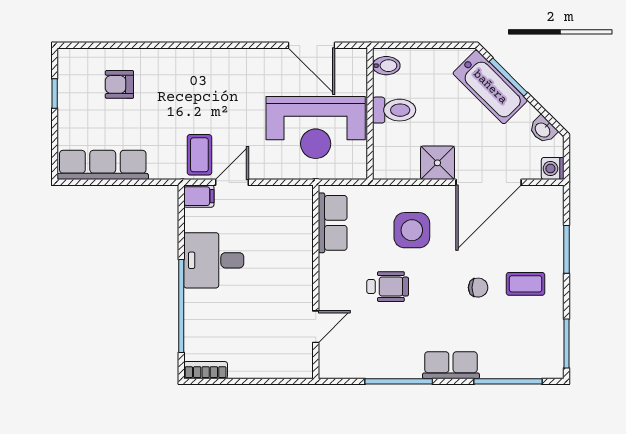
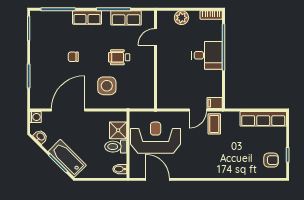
armchair: (119, 84) -> (271, 160), moved
shower: (437, 163) -> (118, 130), moved
row of seats: (333, 223) -> (126, 18), moved, turned -90
desk: (214, 260) -> (207, 55), moved
coffee table: (526, 284) -> (49, 59), removed
plant: (264, 365) -> (181, 18), added

